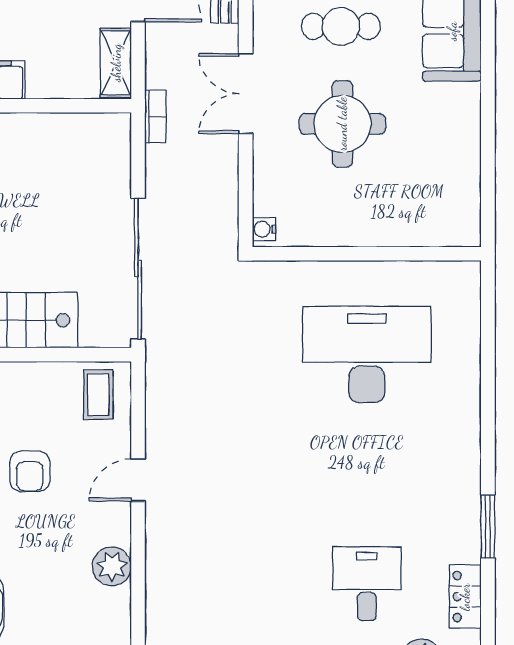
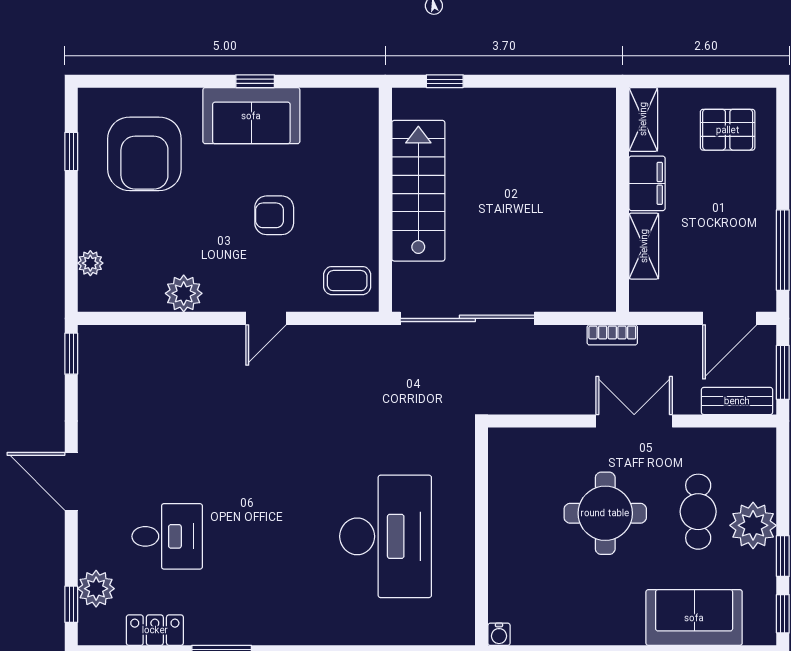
shelving: (116, 63) -> (644, 246), moved, turned 90
water cooler: (264, 229) -> (499, 634), moved, turned 180
door: (138, 480) -> (266, 318), swing flipped

